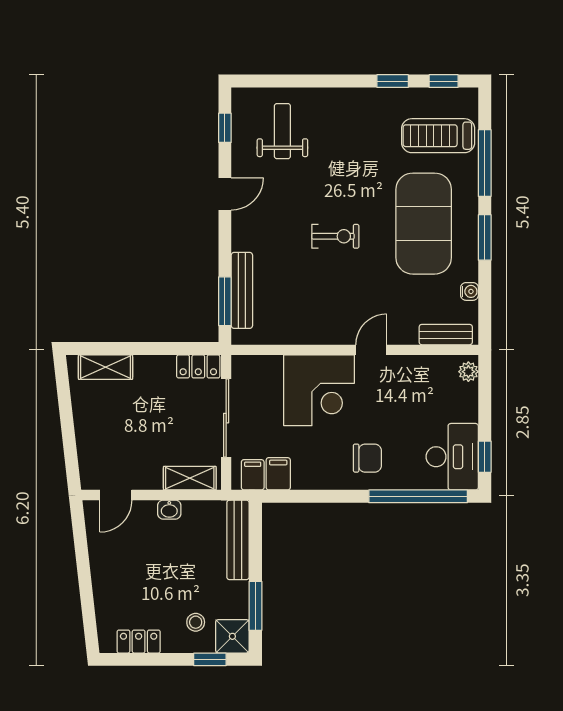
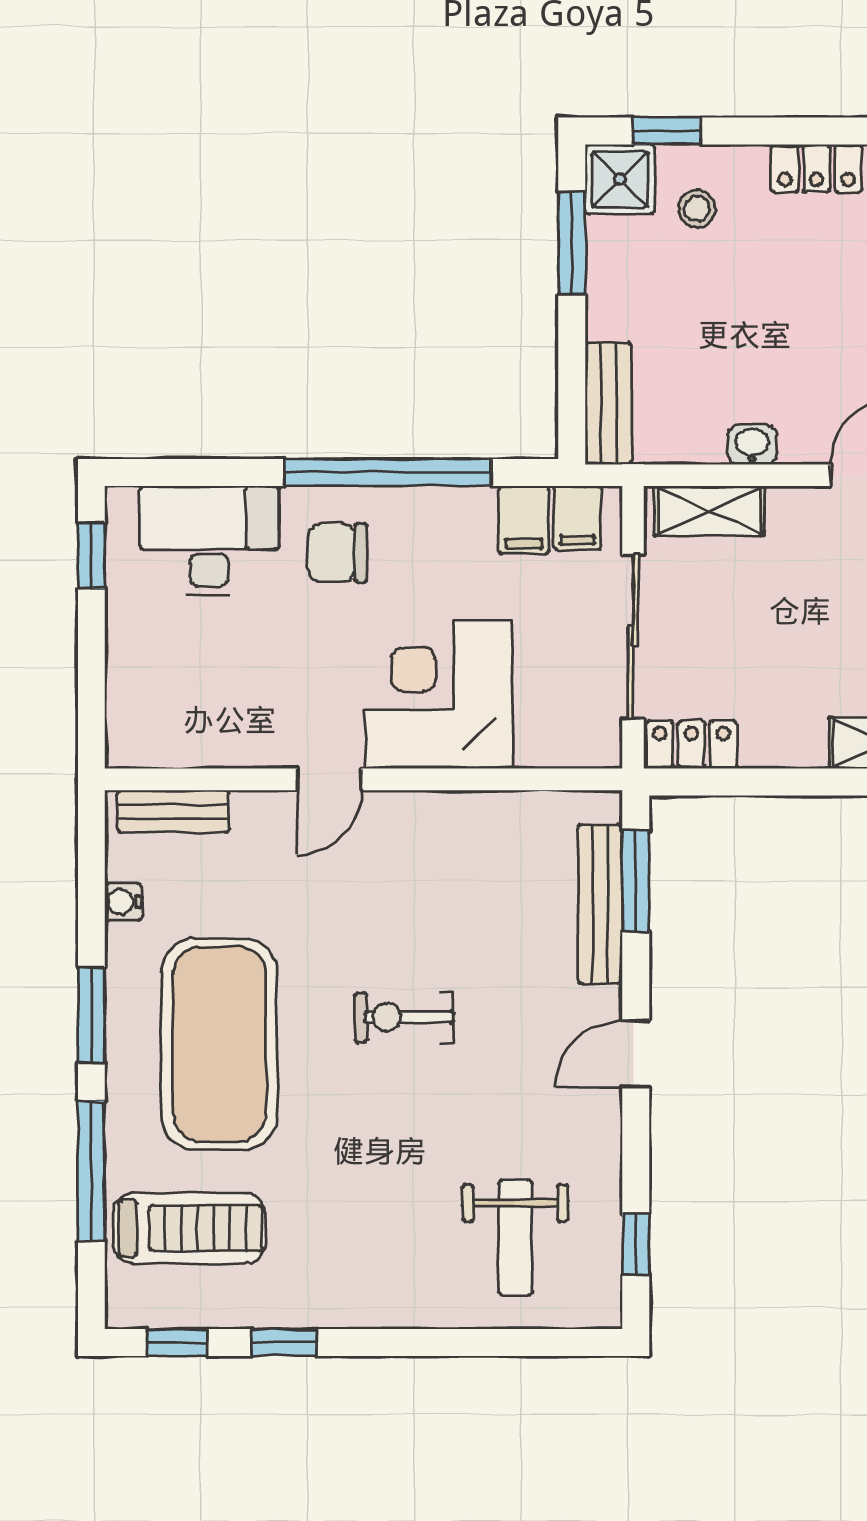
door: (225, 194) -> (636, 1054), moved
plant: (468, 372) -> (125, 734), removed
desk: (452, 457) -> (209, 541), moved, turned 90
window: (418, 496) -> (388, 473), moved
bench: (238, 540) -> (608, 404), width x0.73

